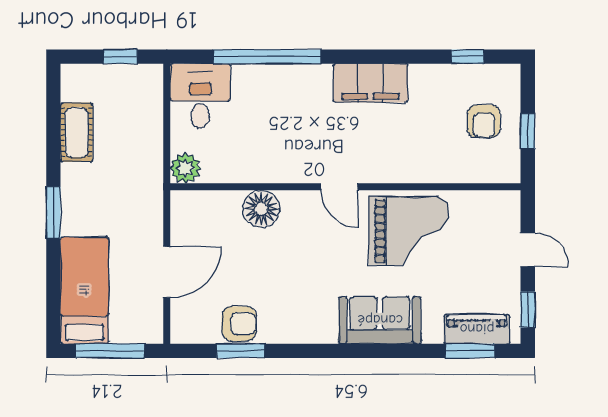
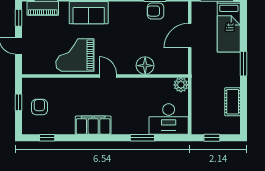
window: (267, 57) -> (142, 138), width x0.47
desk: (200, 96) -> (169, 119), width x1.37

